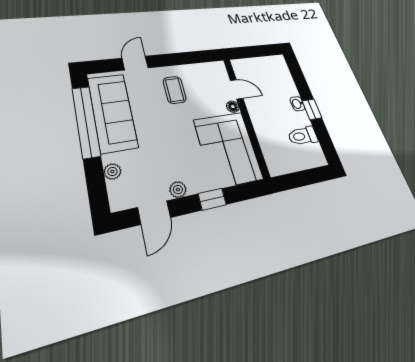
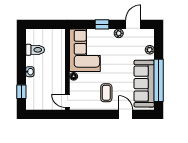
door: (135, 63) -> (126, 114), swing flipped
door: (237, 89) -> (67, 101), moved
window: (312, 109) -> (21, 92), moved

